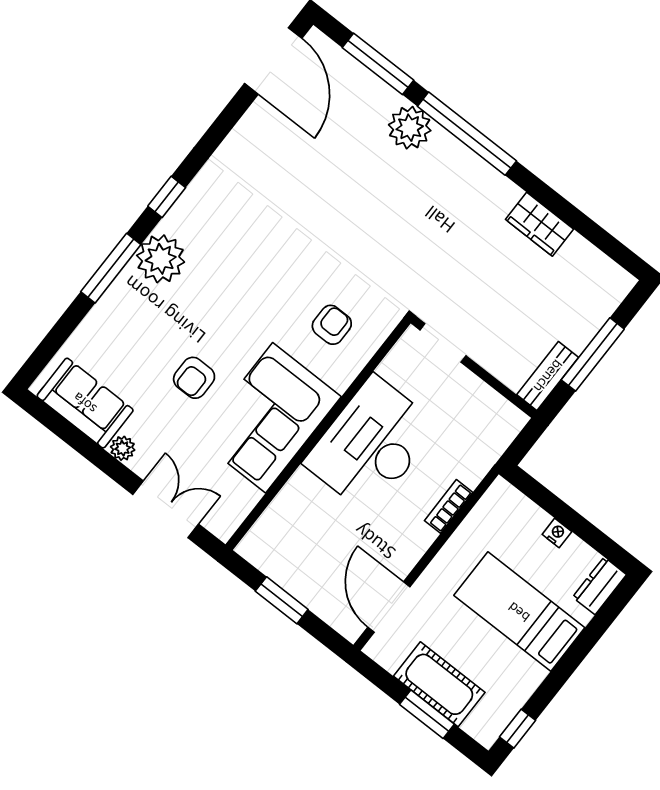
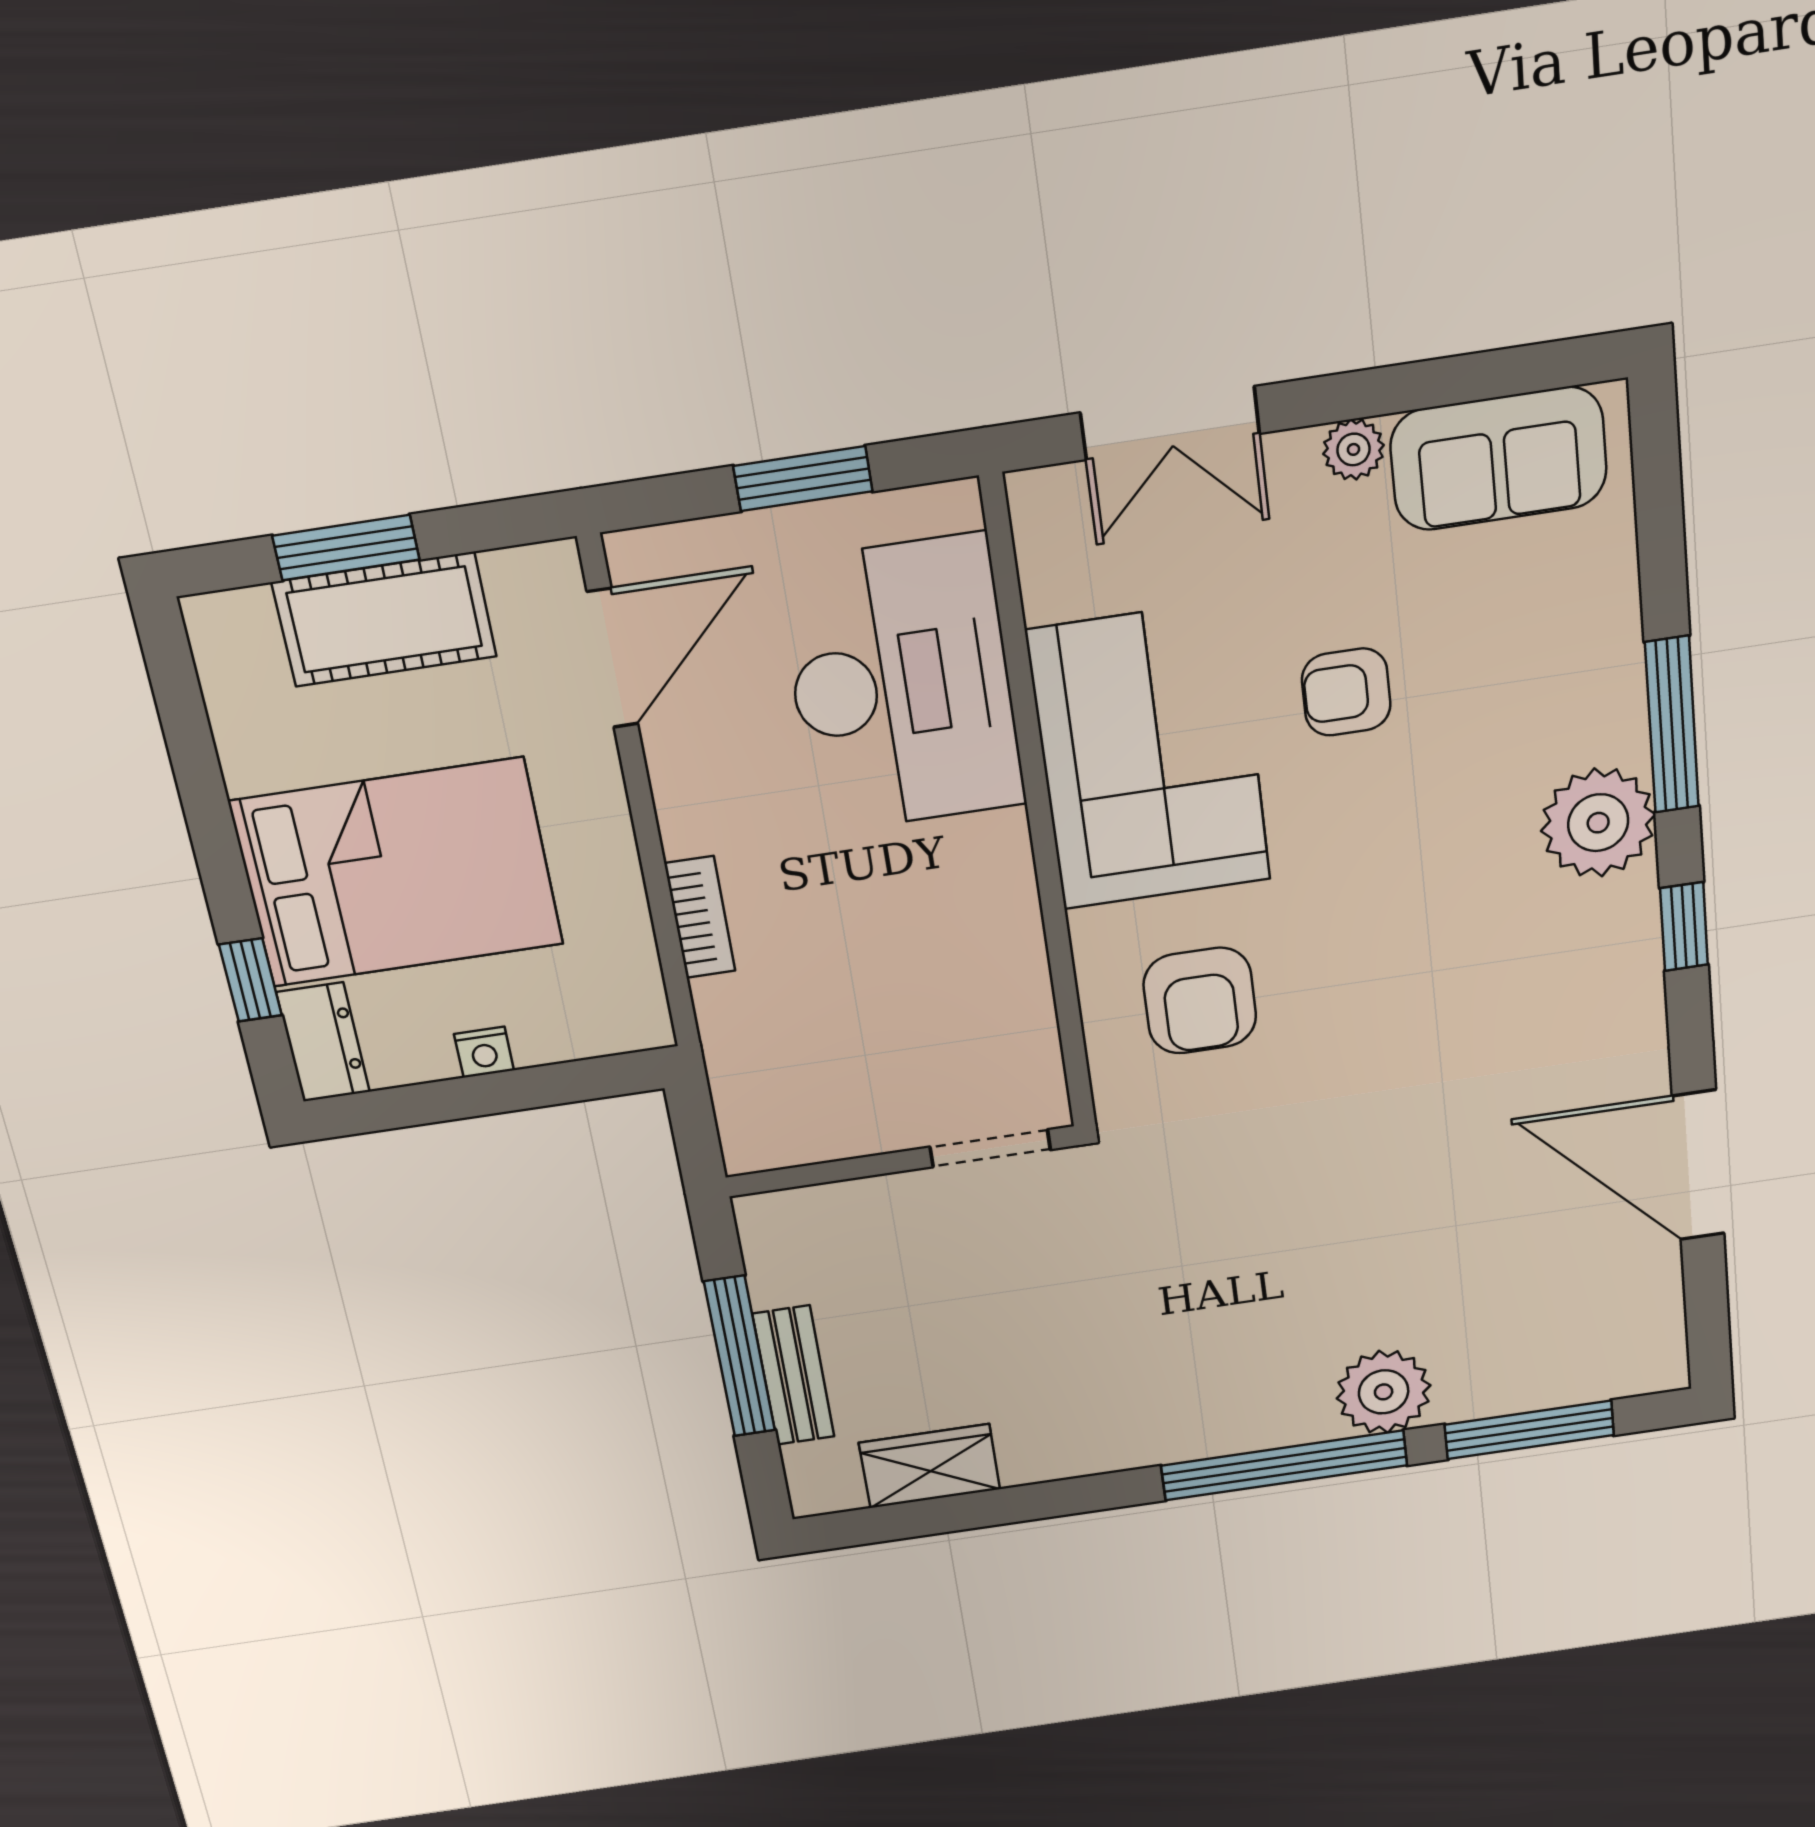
door: (273, 61) -> (1698, 1165), moved
wardrobe: (540, 224) -> (930, 1466), moved
armchair: (332, 325) -> (1200, 1001), width x1.38, depth x1.38
bench: (548, 376) -> (794, 1375), moved
armchair: (194, 378) -> (1346, 692), turned -90
desk: (371, 444) -> (902, 685), moved
door: (389, 607) -> (613, 658), hinge flipped
bed: (519, 612) -> (397, 873), width x1.50
window: (518, 729) -> (250, 980), moved

